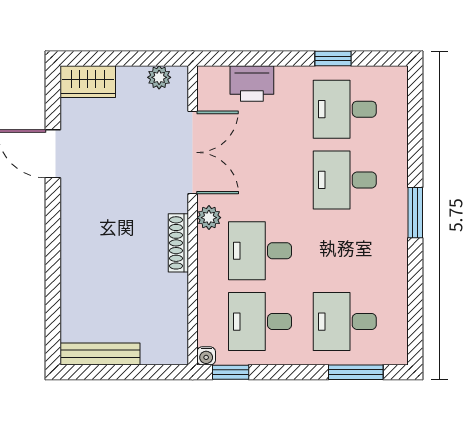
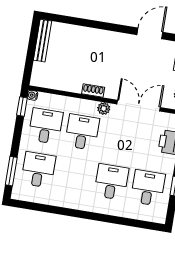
double door: (193, 152) -> (139, 106), swing flipped
window: (415, 213) -> (89, 215), removed
shoe rack: (178, 243) -> (93, 91), width x0.70

